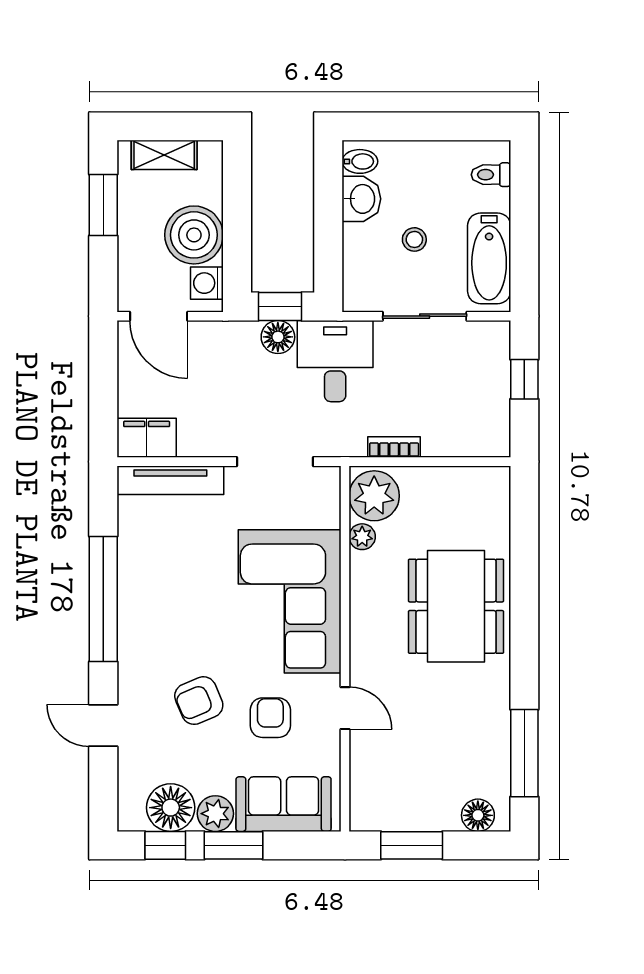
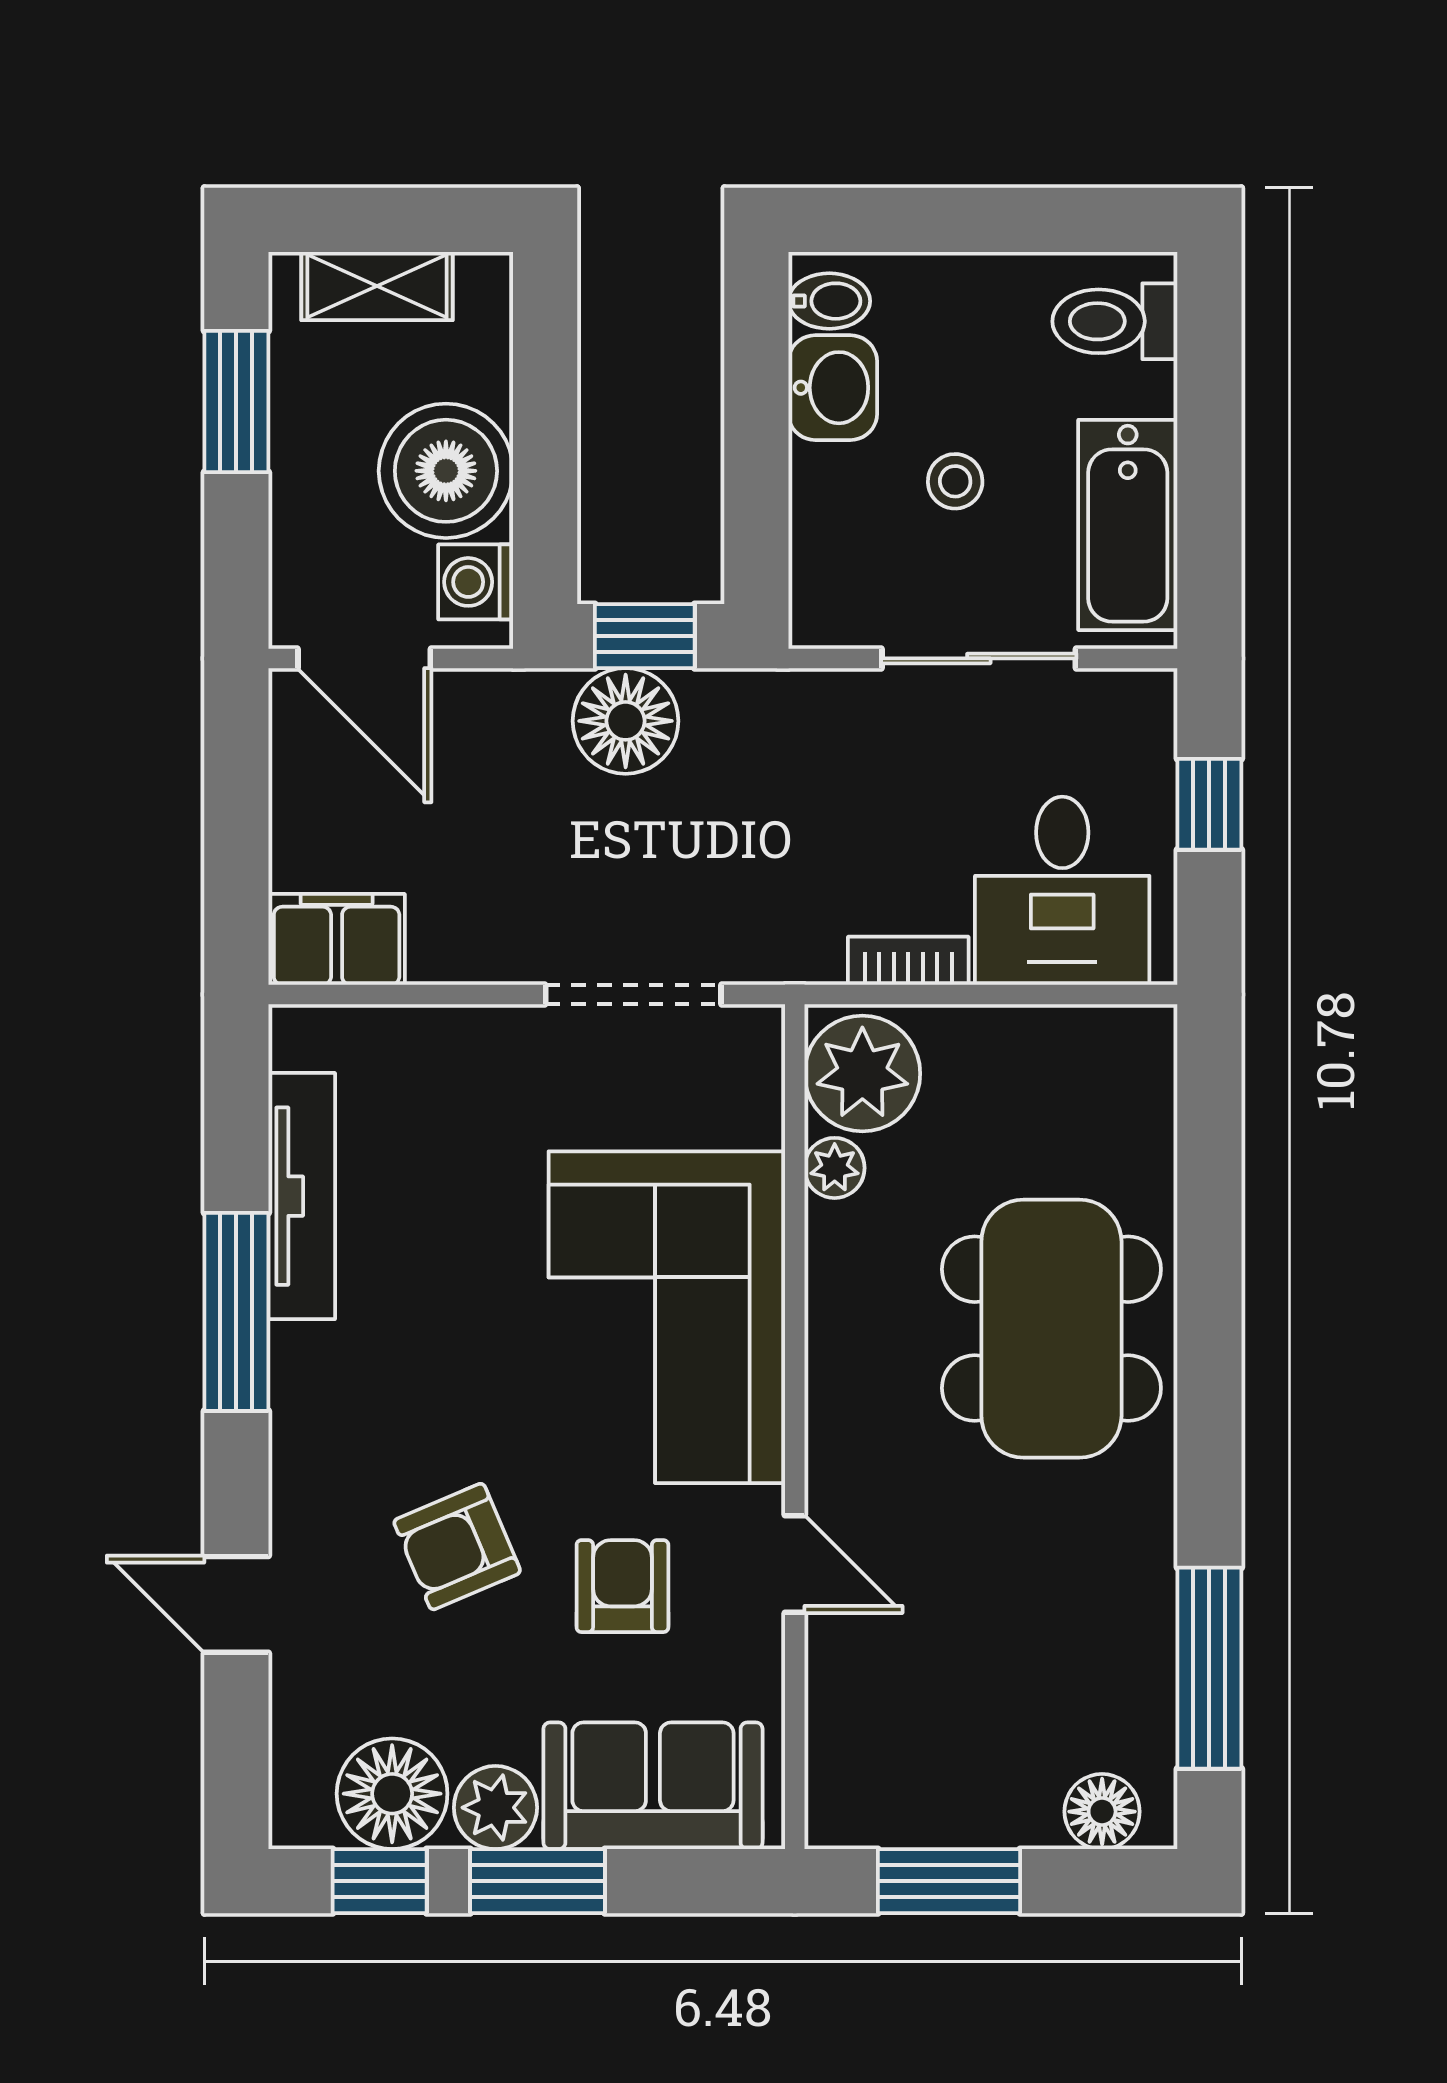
toilet: (491, 175) -> (1115, 321), width x1.37, depth x1.39
floor lamp: (278, 337) -> (626, 721), width x1.38, depth x1.38
desk: (335, 361) -> (1062, 891), moved, turned 180
tv unit: (170, 480) -> (302, 1196), moved, turned -90
window: (103, 599) -> (236, 1312), width x0.68

